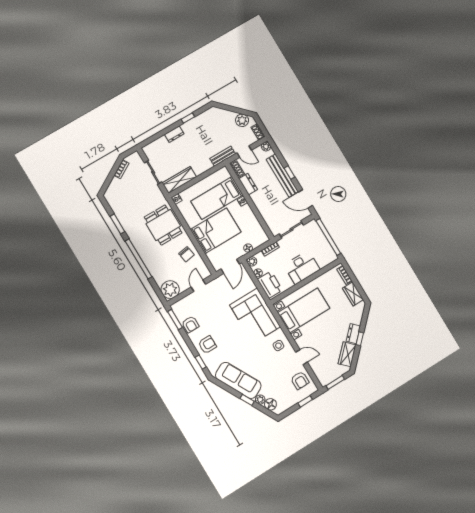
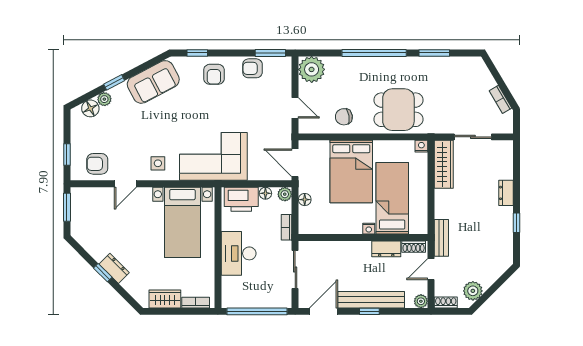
wardrobe: (347, 354) -> (93, 244), removed
sofa: (238, 380) -> (153, 82), width x0.73

